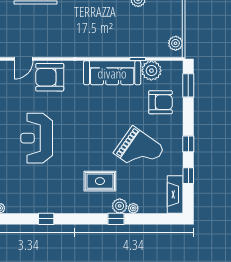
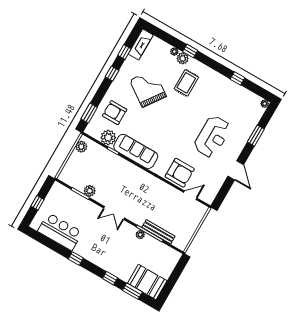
rug: (100, 181) -> (186, 83), turned 90

